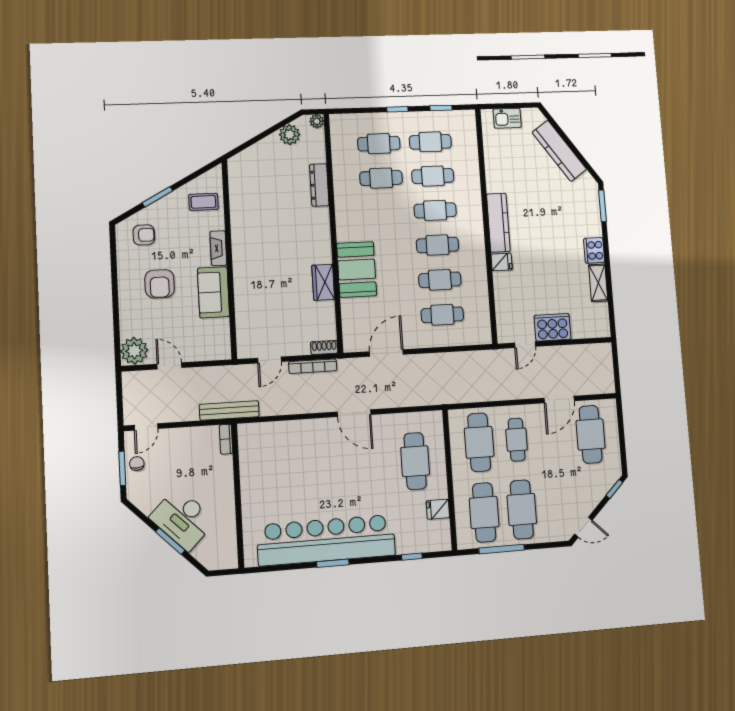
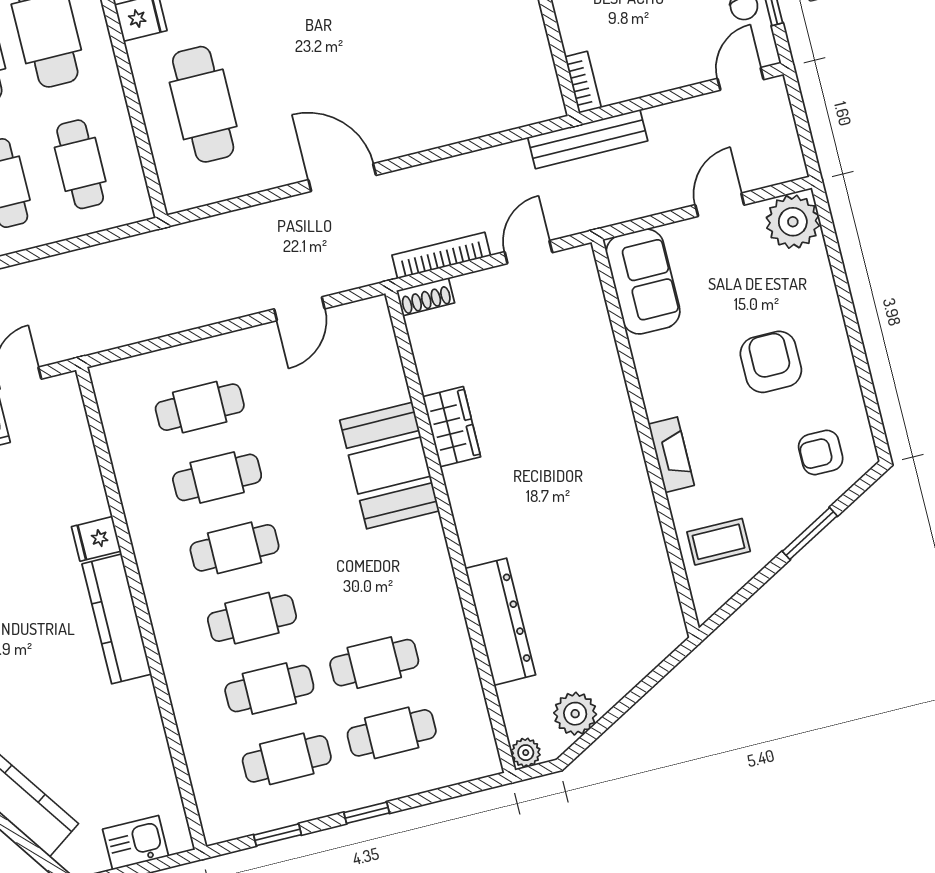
dresser: (319, 185) -> (500, 622), width x1.37, depth x1.24
sofa: (213, 292) -> (643, 282), moved
door: (386, 353) -> (299, 309), width x0.73
door: (169, 366) -> (720, 205), swing flipped
cafe table: (479, 442) -> (80, 164), width x0.73, depth x0.74

